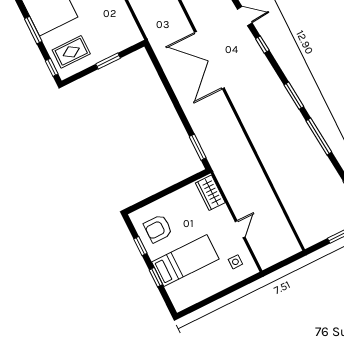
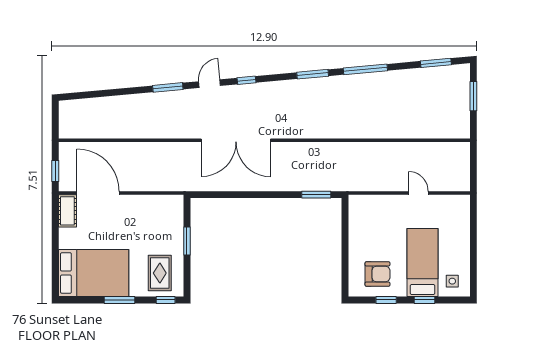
wardrobe: (210, 193) -> (368, 205), removed
armchair: (158, 229) -> (377, 274), turned -90
side table: (235, 262) -> (452, 281), moved

